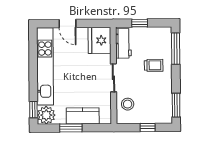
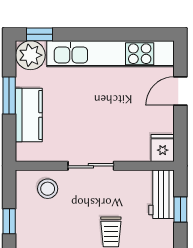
fridge: (99, 40) -> (163, 148), width x0.53, depth x0.75
workbench: (123, 43) -> (161, 194), moved, turned 90

